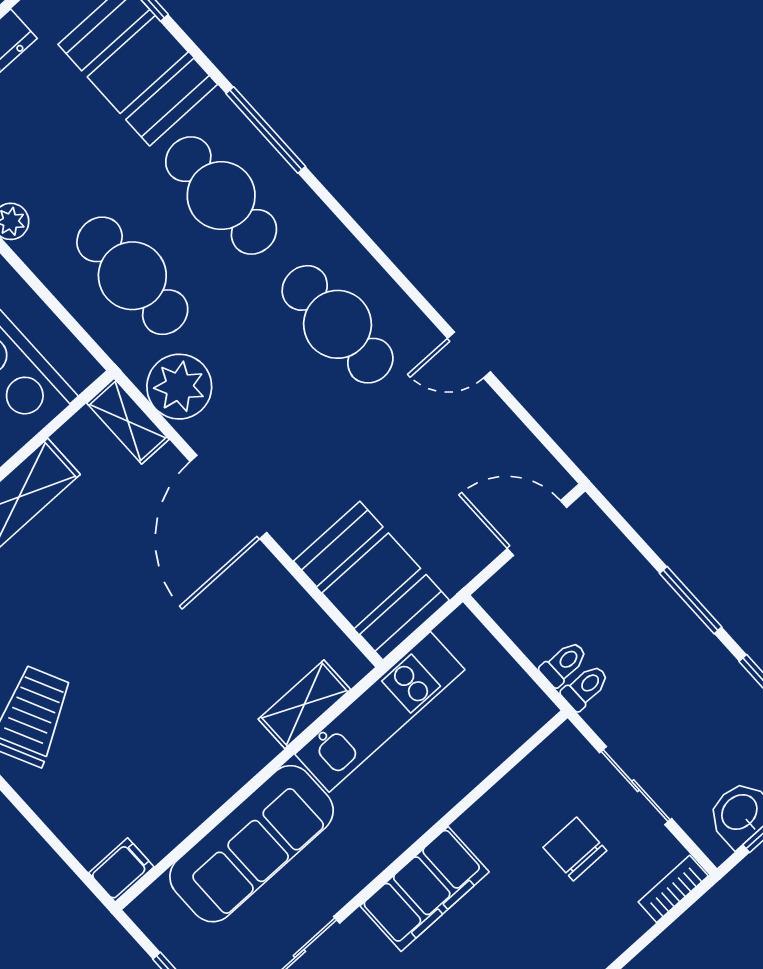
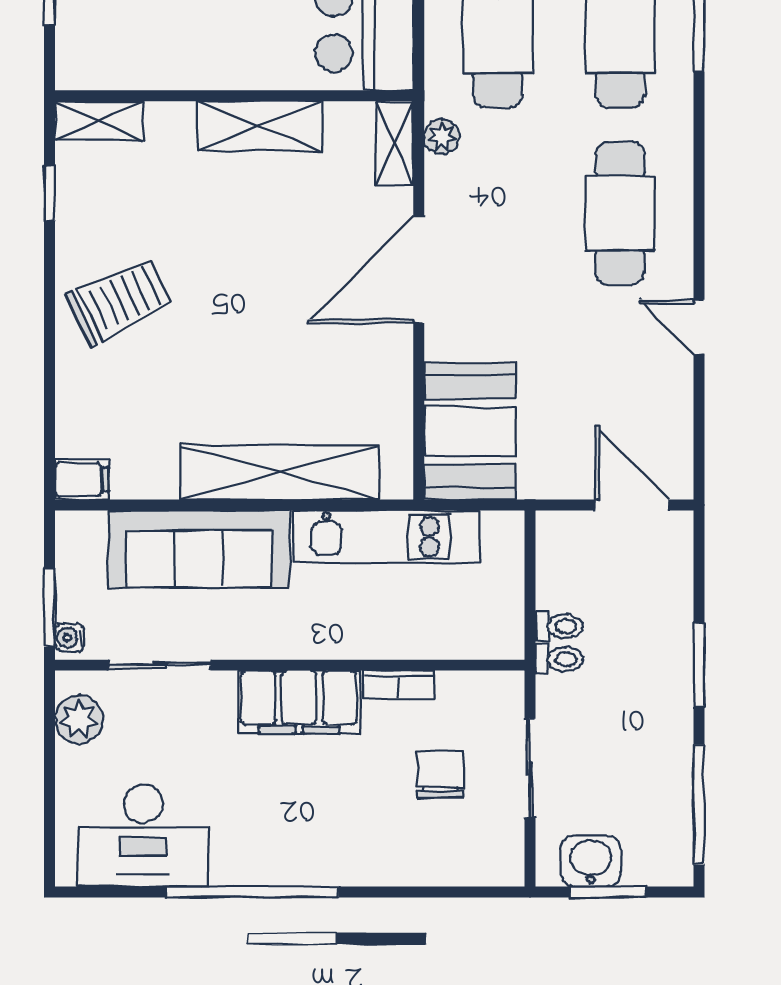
plant: (179, 387) -> (442, 137), width x0.53, depth x0.53
shelving: (304, 704) -> (280, 473), width x2.20, depth x1.33
bookcase: (673, 889) -> (399, 685), moved, turned 180

